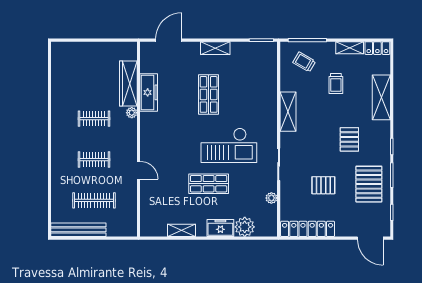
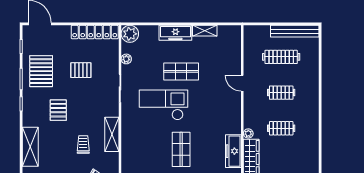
trolley: (336, 84) -> (83, 144), moved
plant: (245, 227) -> (130, 34), moved
freezer: (220, 228) -> (175, 33), width x1.40

